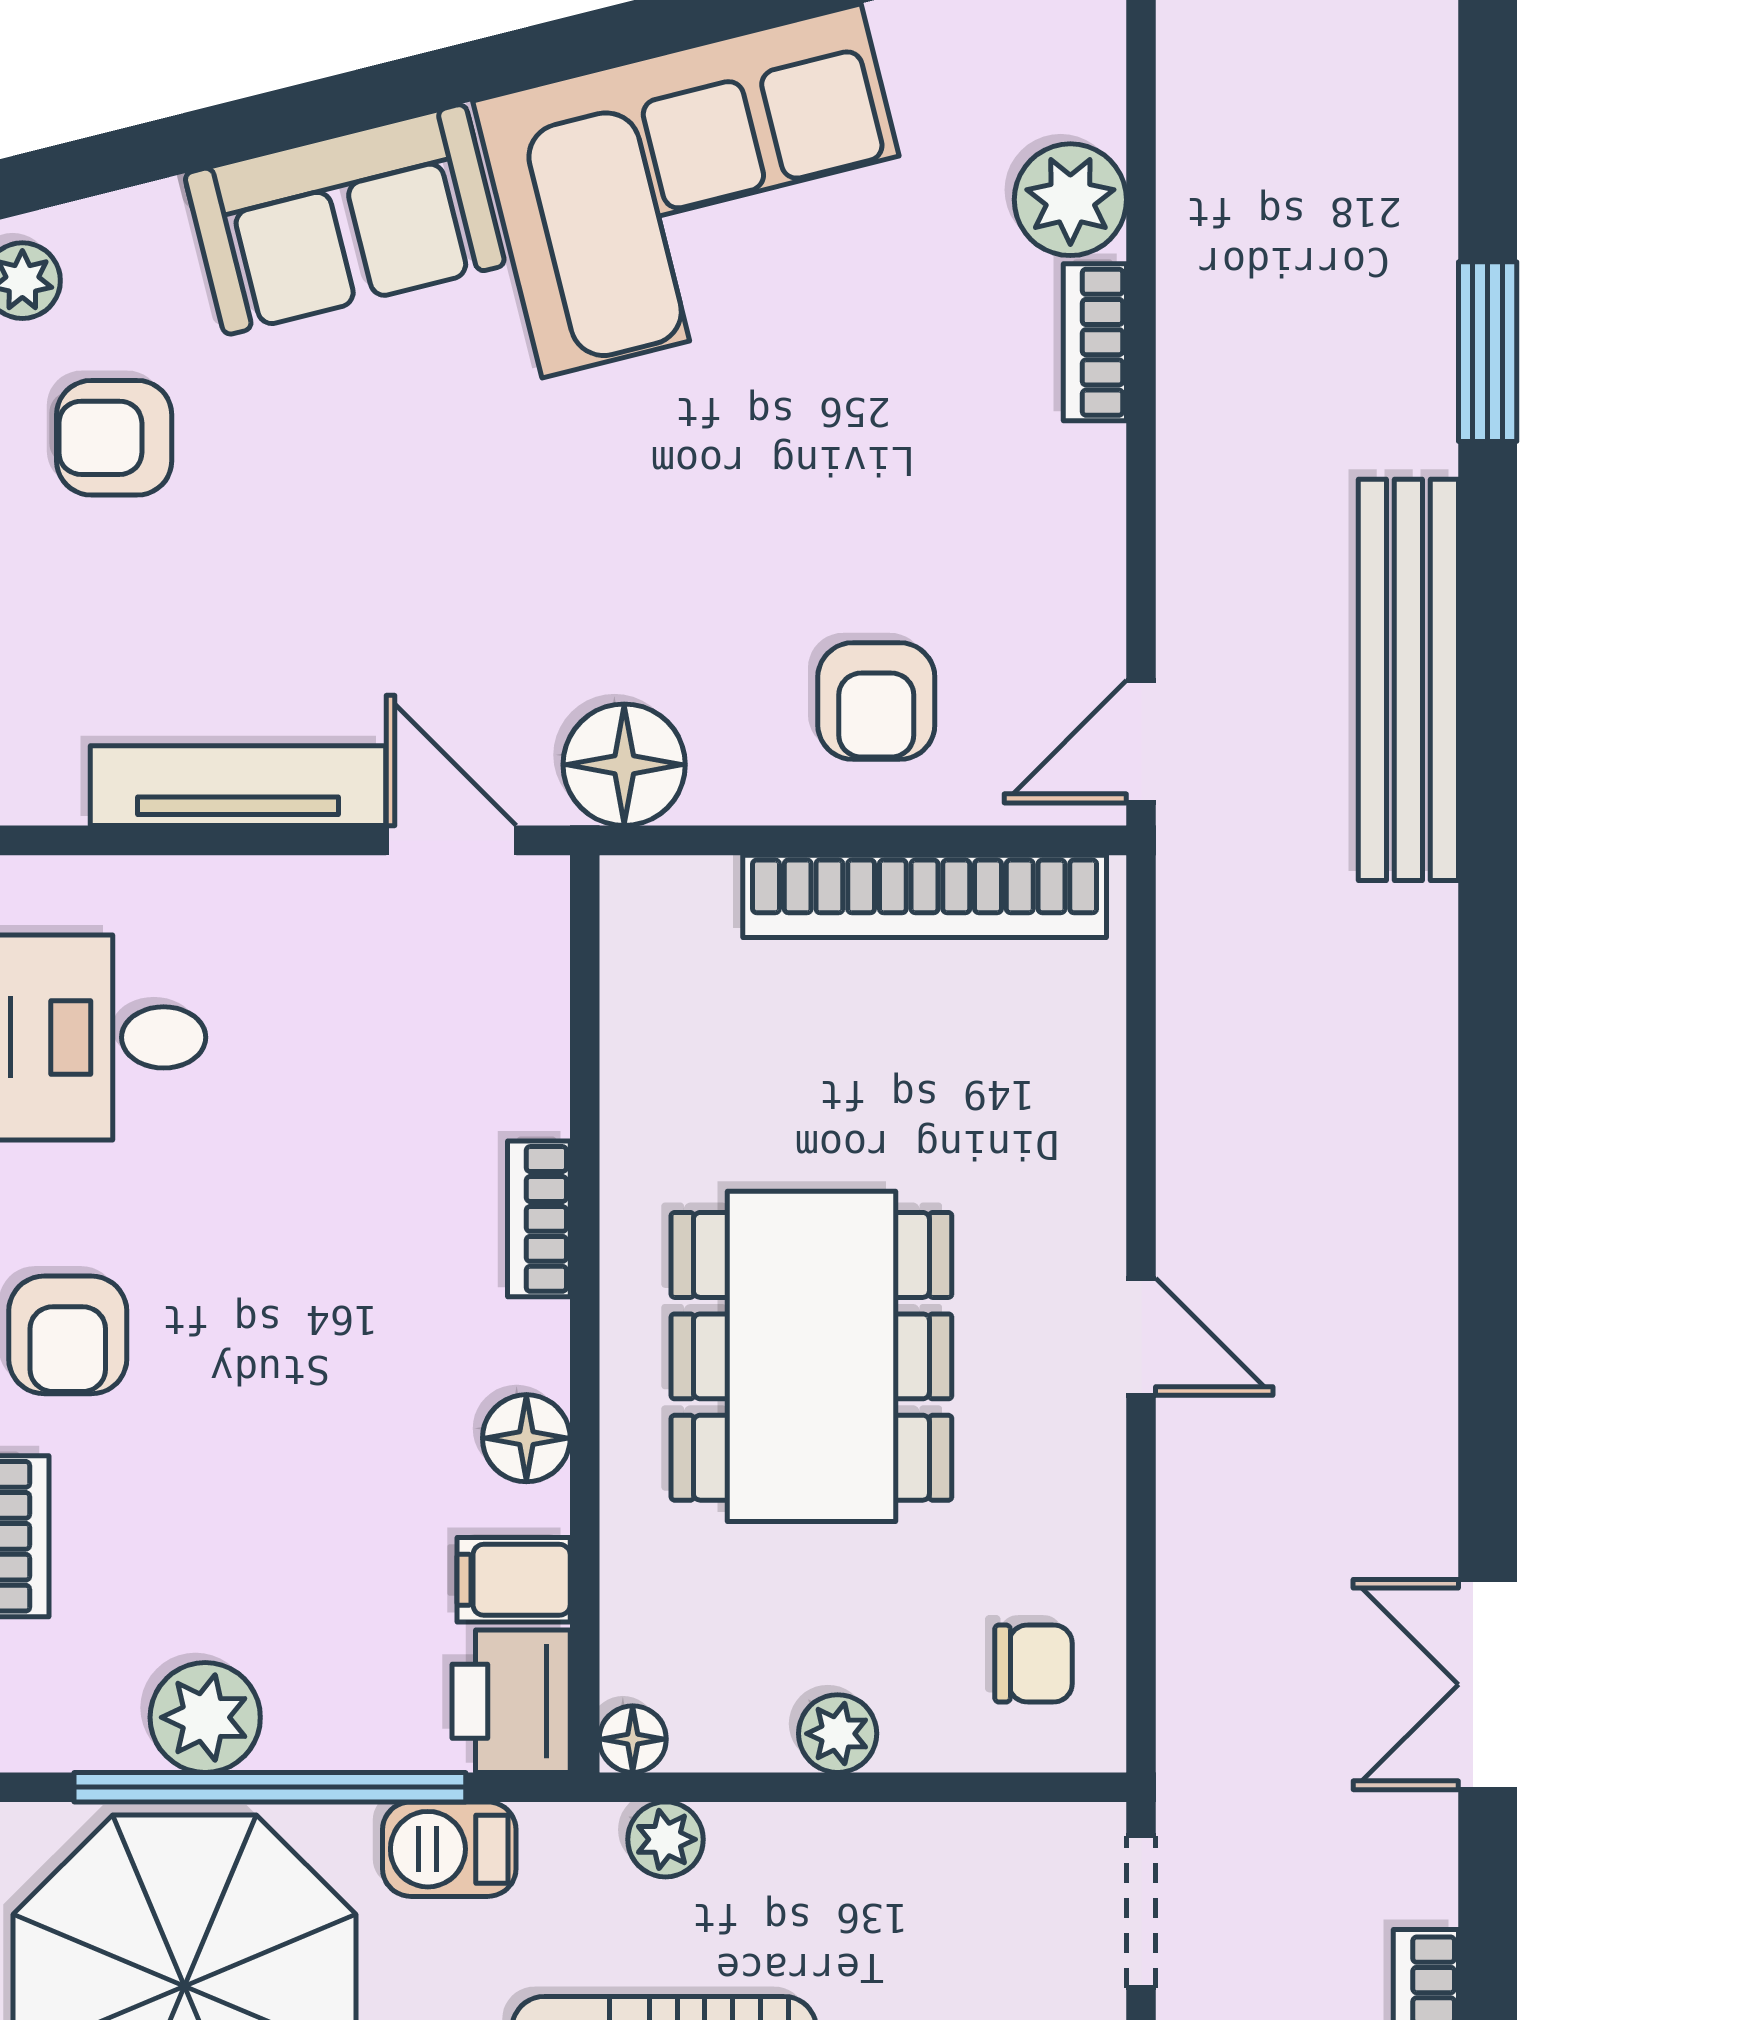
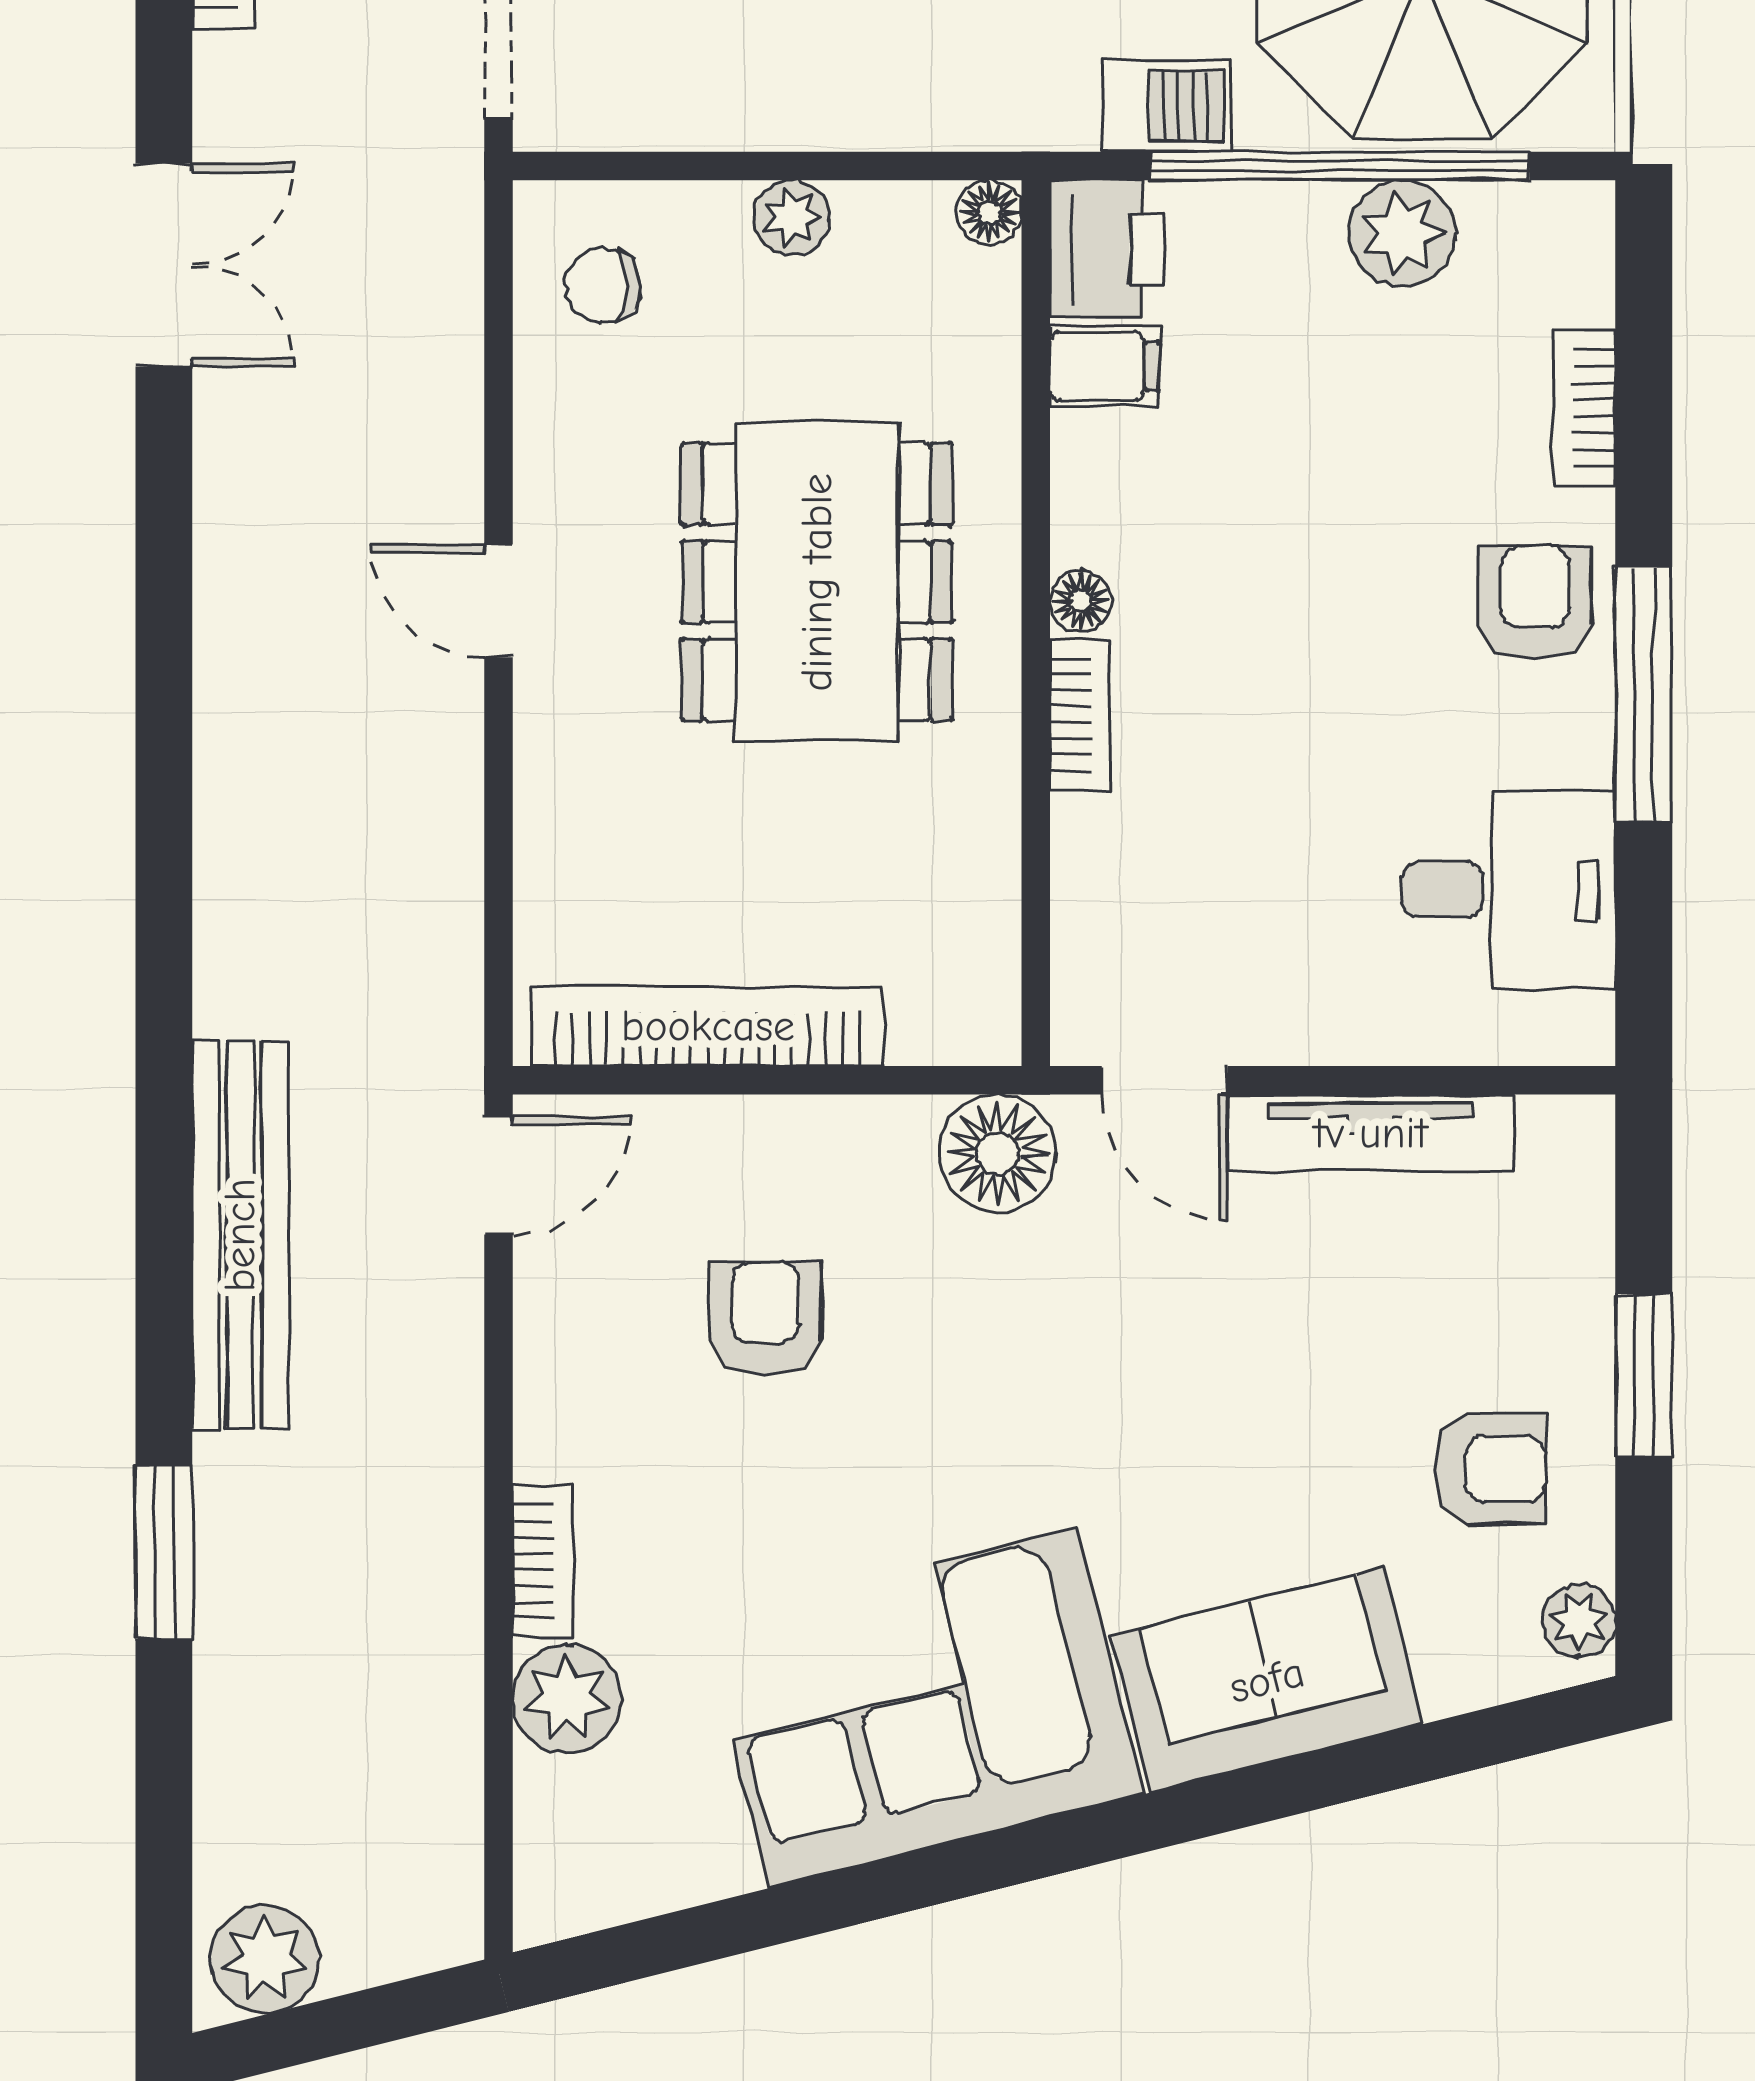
armchair: (876, 701) -> (765, 1318), moved
floor lamp: (526, 1438) -> (1081, 601), moved, width x0.73, depth x0.73
plant: (665, 1839) -> (958, 115), removed

